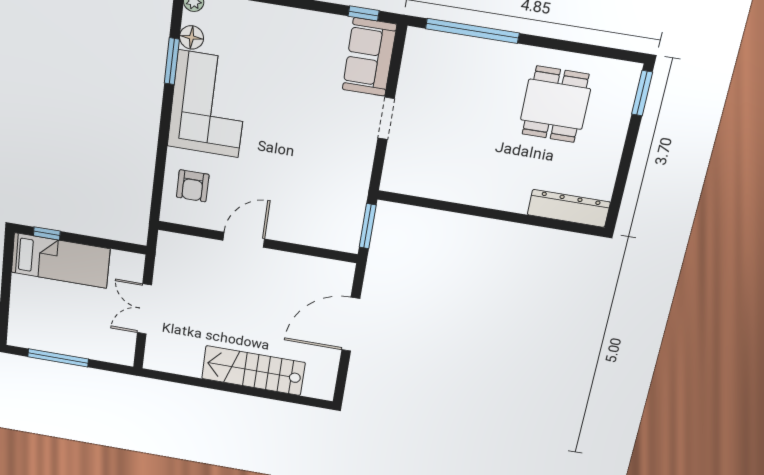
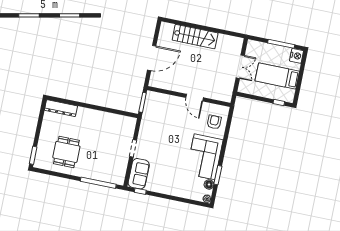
door: (244, 240) -> (195, 98), hinge flipped
bed: (61, 261) -> (277, 76), moved
nightstand: (21, 334) -> (297, 56), added

